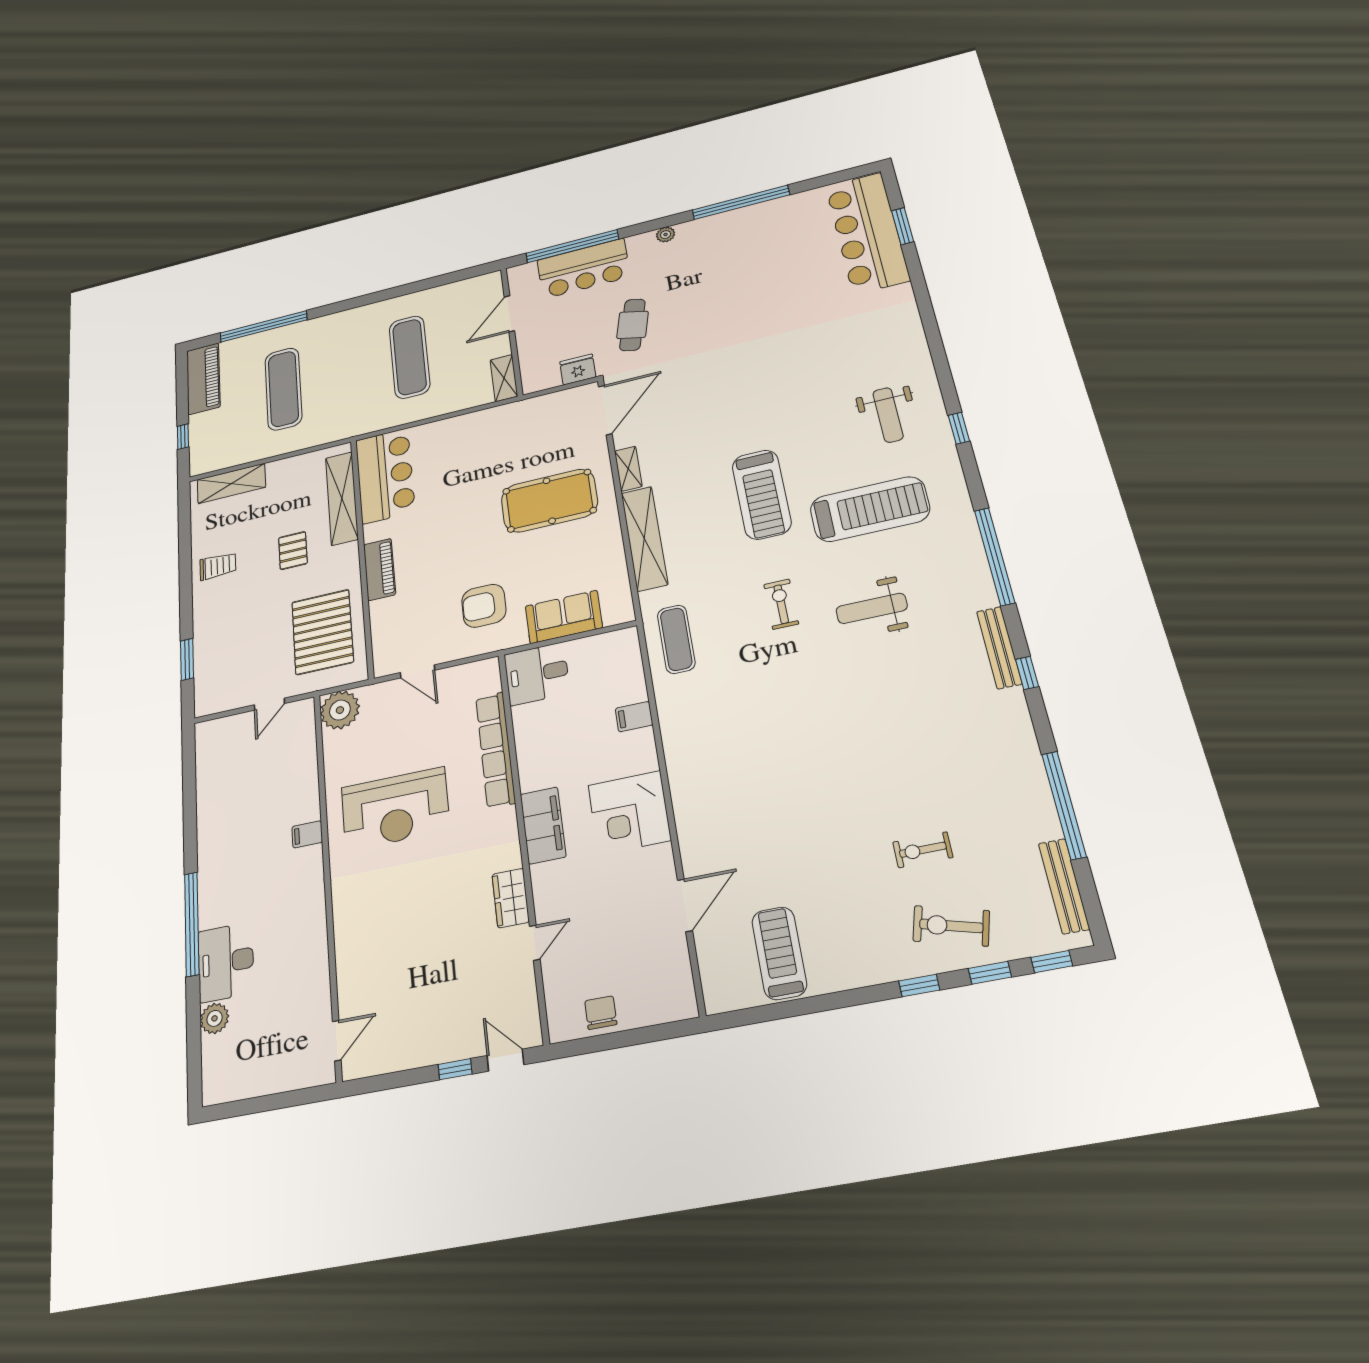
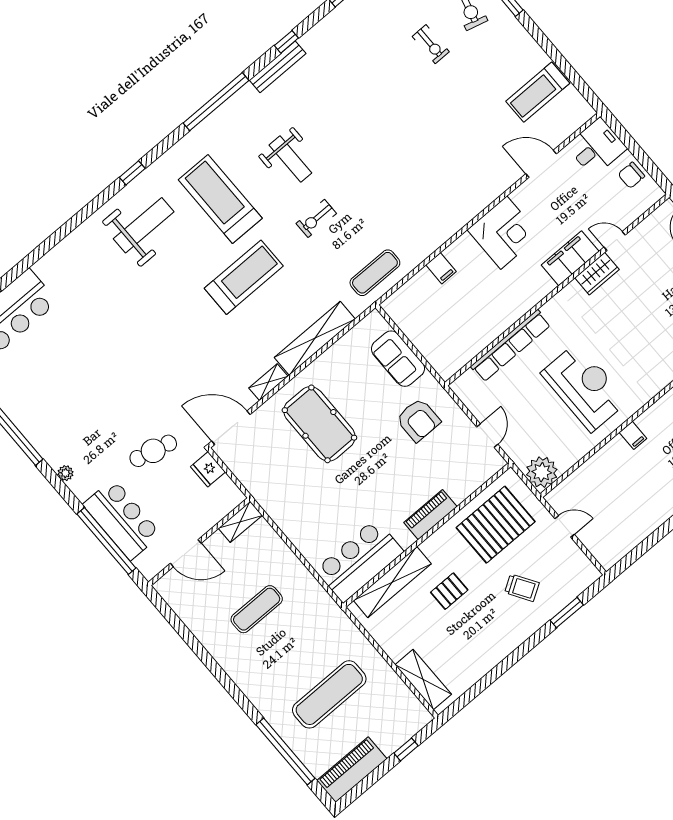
exercise mat: (409, 357) -> (257, 609), width x0.73, depth x0.69
weight bench: (888, 415) -> (144, 225), width x1.36, depth x1.33
trolley: (218, 566) -> (522, 588), moved, turned 148
desk: (537, 674) -> (597, 147), moved, turned -90
filing cabinet: (543, 825) -> (570, 258), moved

